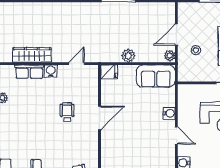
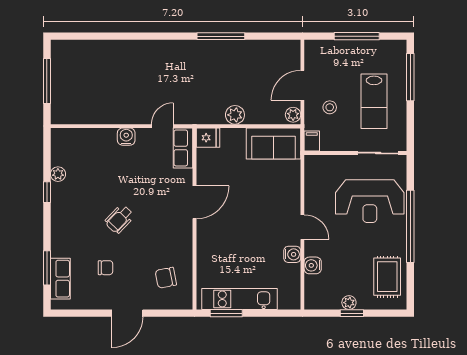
wardrobe: (32, 55) -> (99, 114), removed
row of seats: (29, 72) -> (183, 148), moved, turned 90
filing cabinet: (183, 74) -> (312, 141), added
wheelchair: (67, 112) -> (119, 219), moved, turned -136
water cooler: (169, 113) -> (292, 254), moved

